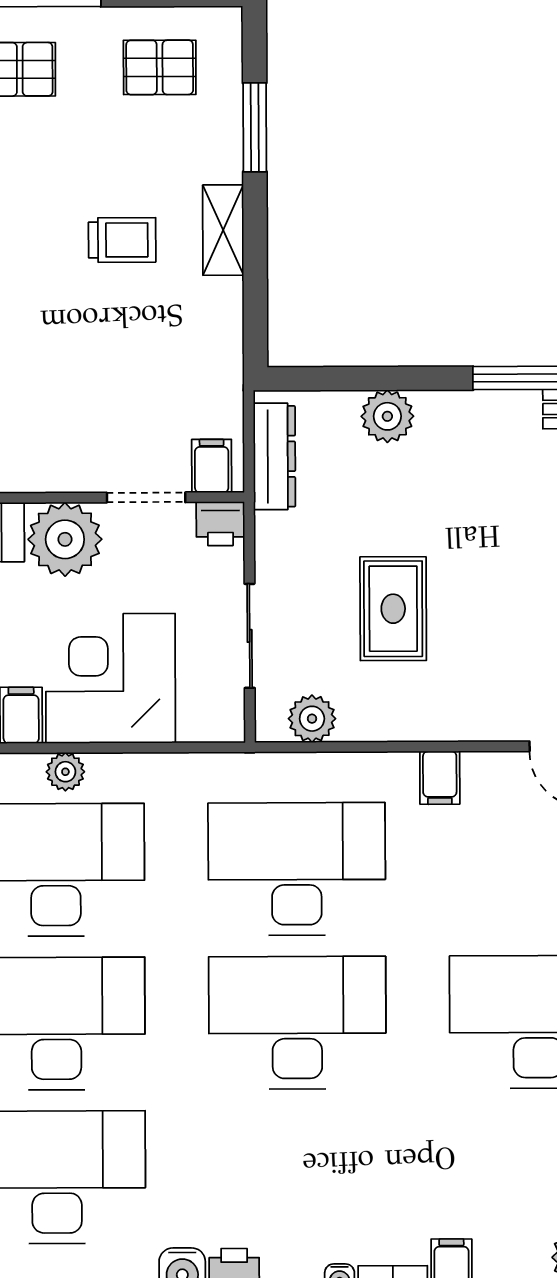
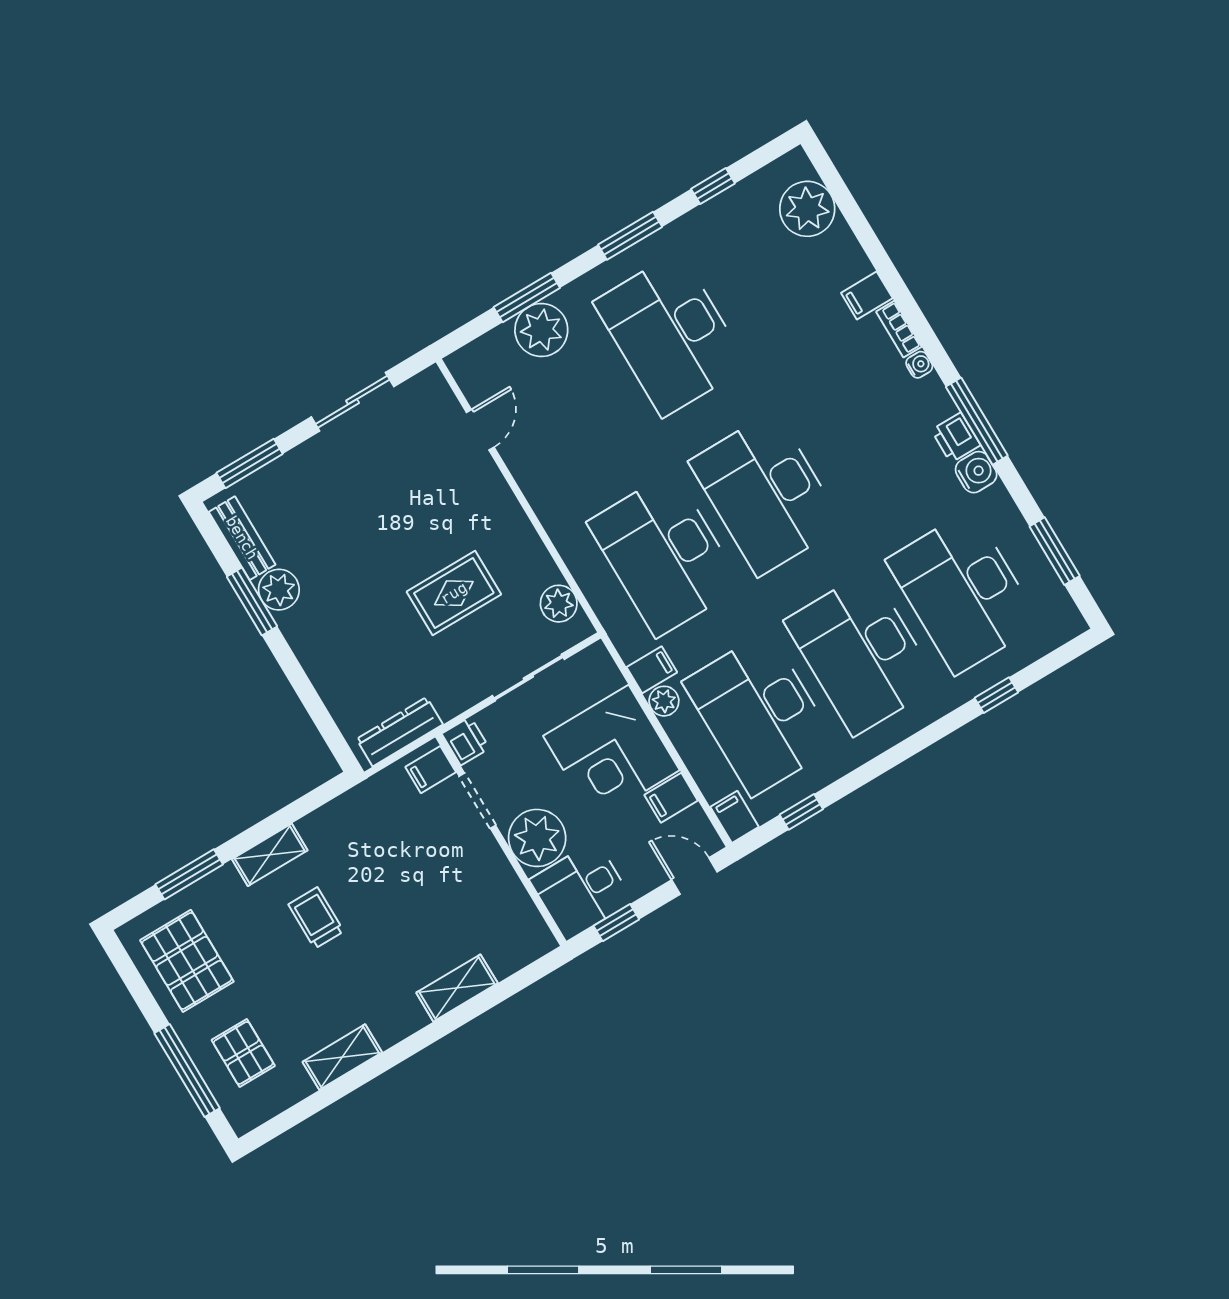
pallet: (160, 67) -> (187, 961), width x1.50, depth x1.42
plant: (387, 416) -> (279, 590), moved
plant: (65, 772) -> (664, 701), moved
filing cabinet: (440, 778) -> (652, 670), moved

